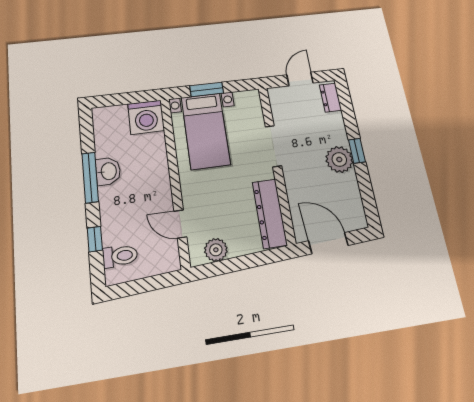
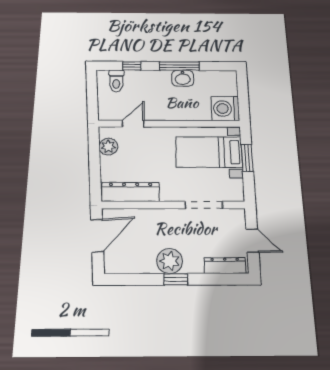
dresser: (330, 98) -> (225, 266), width x1.44
doorway: (273, 146) -> (204, 205), moved

